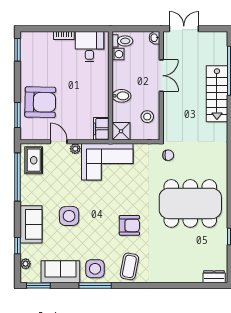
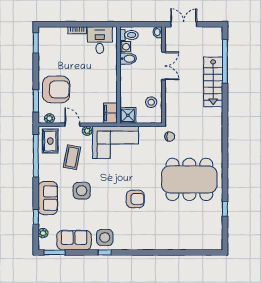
bidet: (121, 96) -> (128, 59), moved
plant: (33, 135) -> (49, 118), added
coffee table: (129, 266) -> (72, 157), moved
dresser: (214, 277) -> (211, 245), removed
window: (95, 286) -> (105, 252), width x0.46

